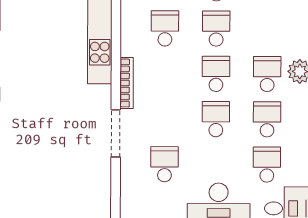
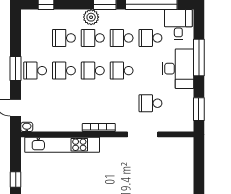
school desk: (165, 28) -> (64, 38), moved
doorway: (116, 133) -> (143, 134), moved

